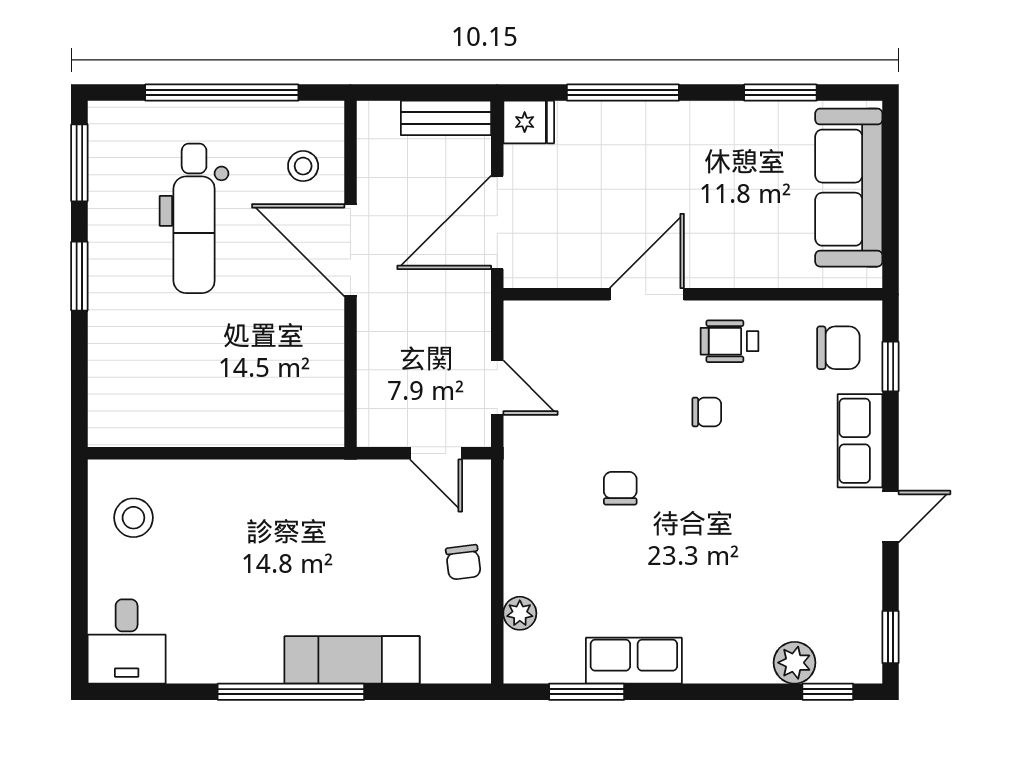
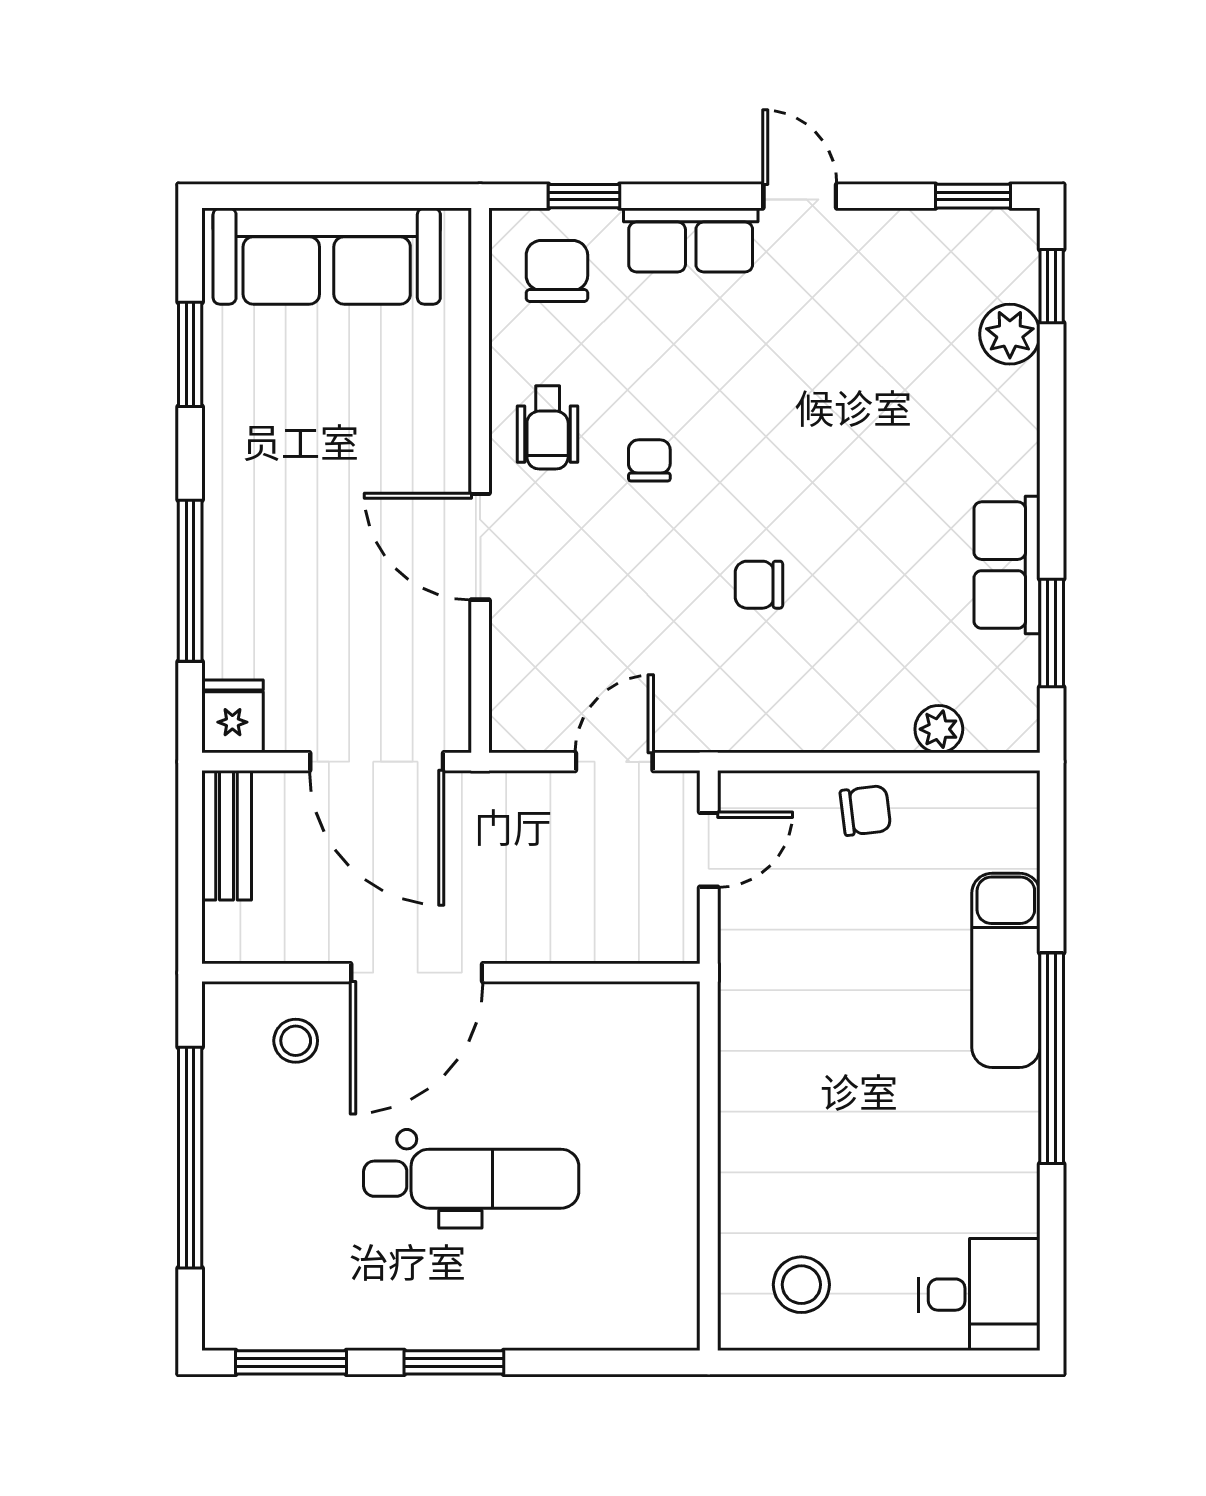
dental chair: (194, 218) -> (471, 1179), moved

